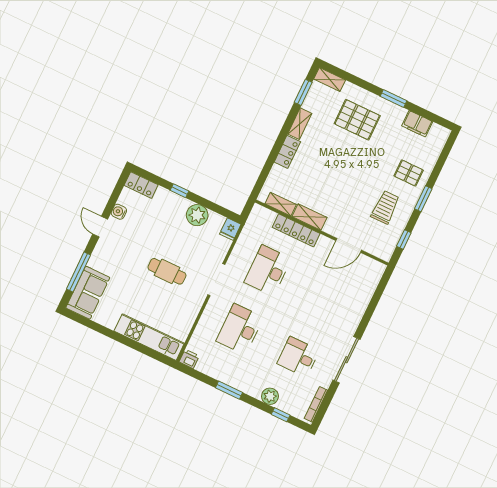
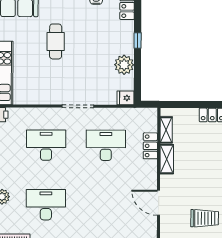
locker: (296, 230) -> (150, 146), width x0.66
cafe table: (167, 271) -> (56, 41), moved
desk: (298, 357) -> (46, 205), width x1.37

